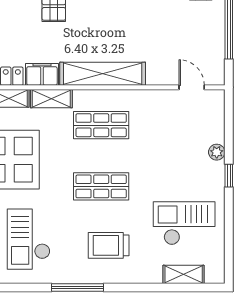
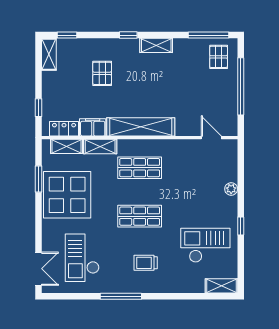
window: (229, 176) -> (241, 226), moved
trolley: (109, 245) -> (146, 263), width x0.73, depth x0.72
shelving: (184, 274) -> (221, 286), moved

